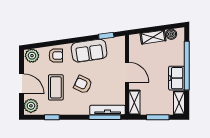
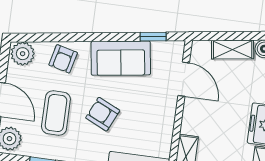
armchair: (56, 55) -> (63, 59), turned 104
door: (127, 72) -> (184, 79), moved

